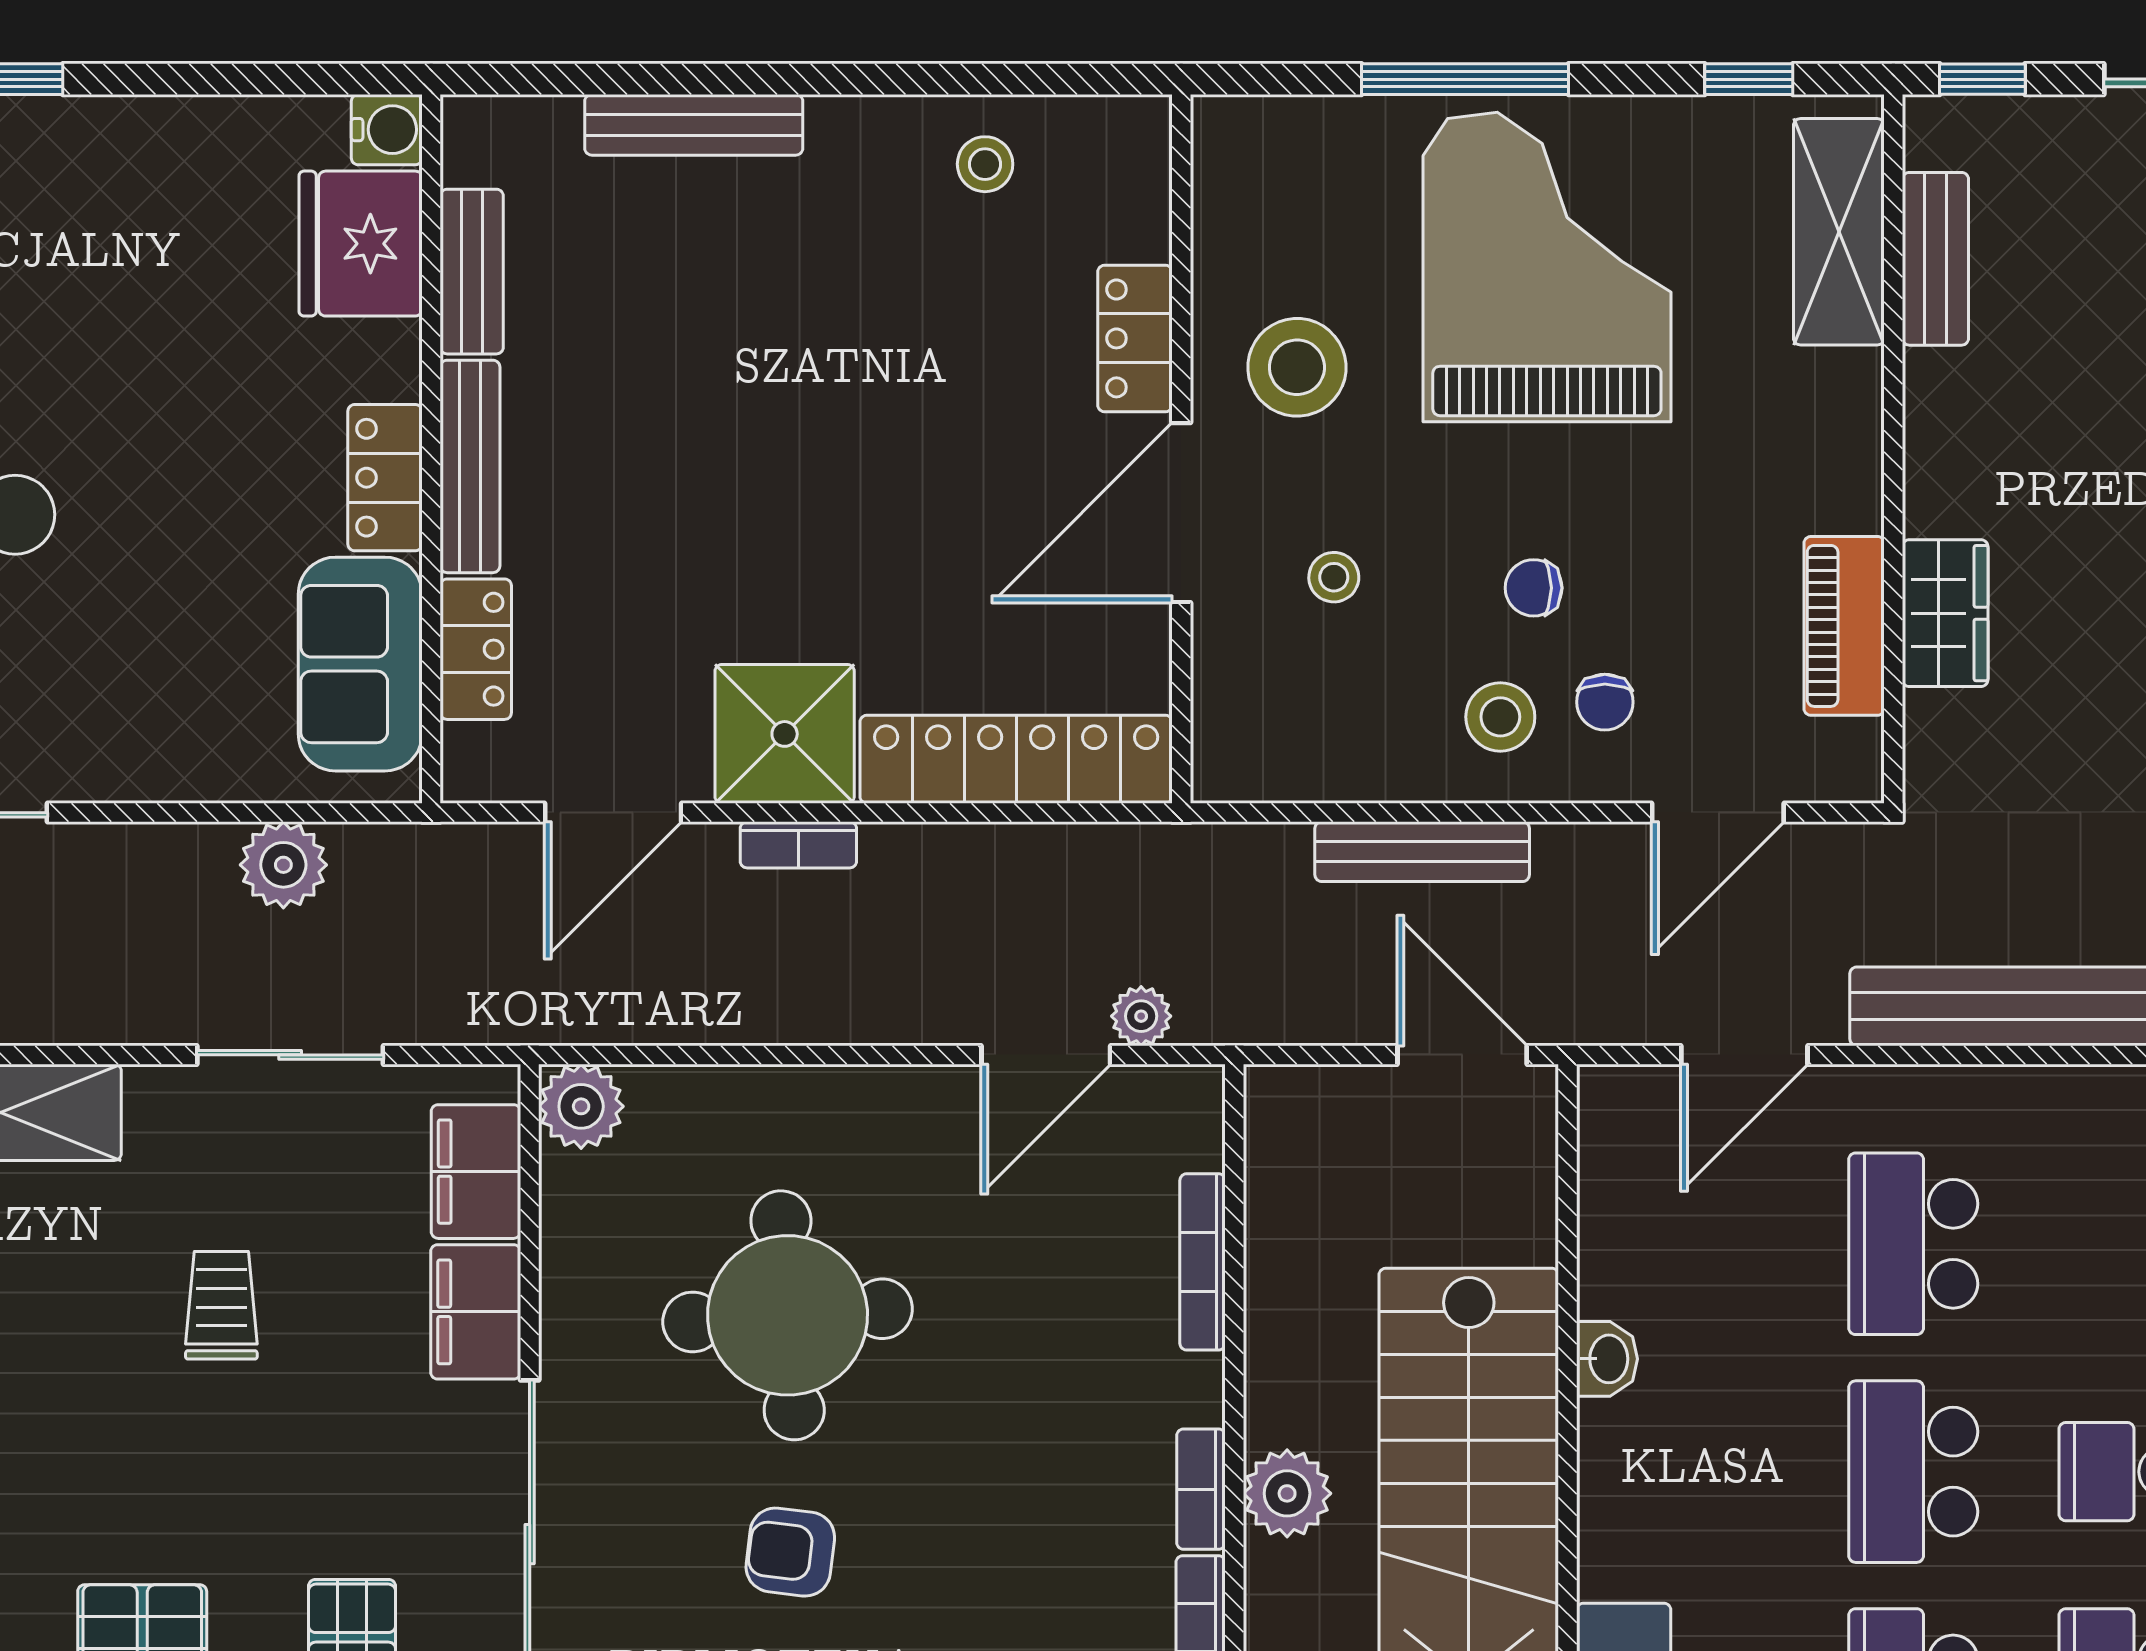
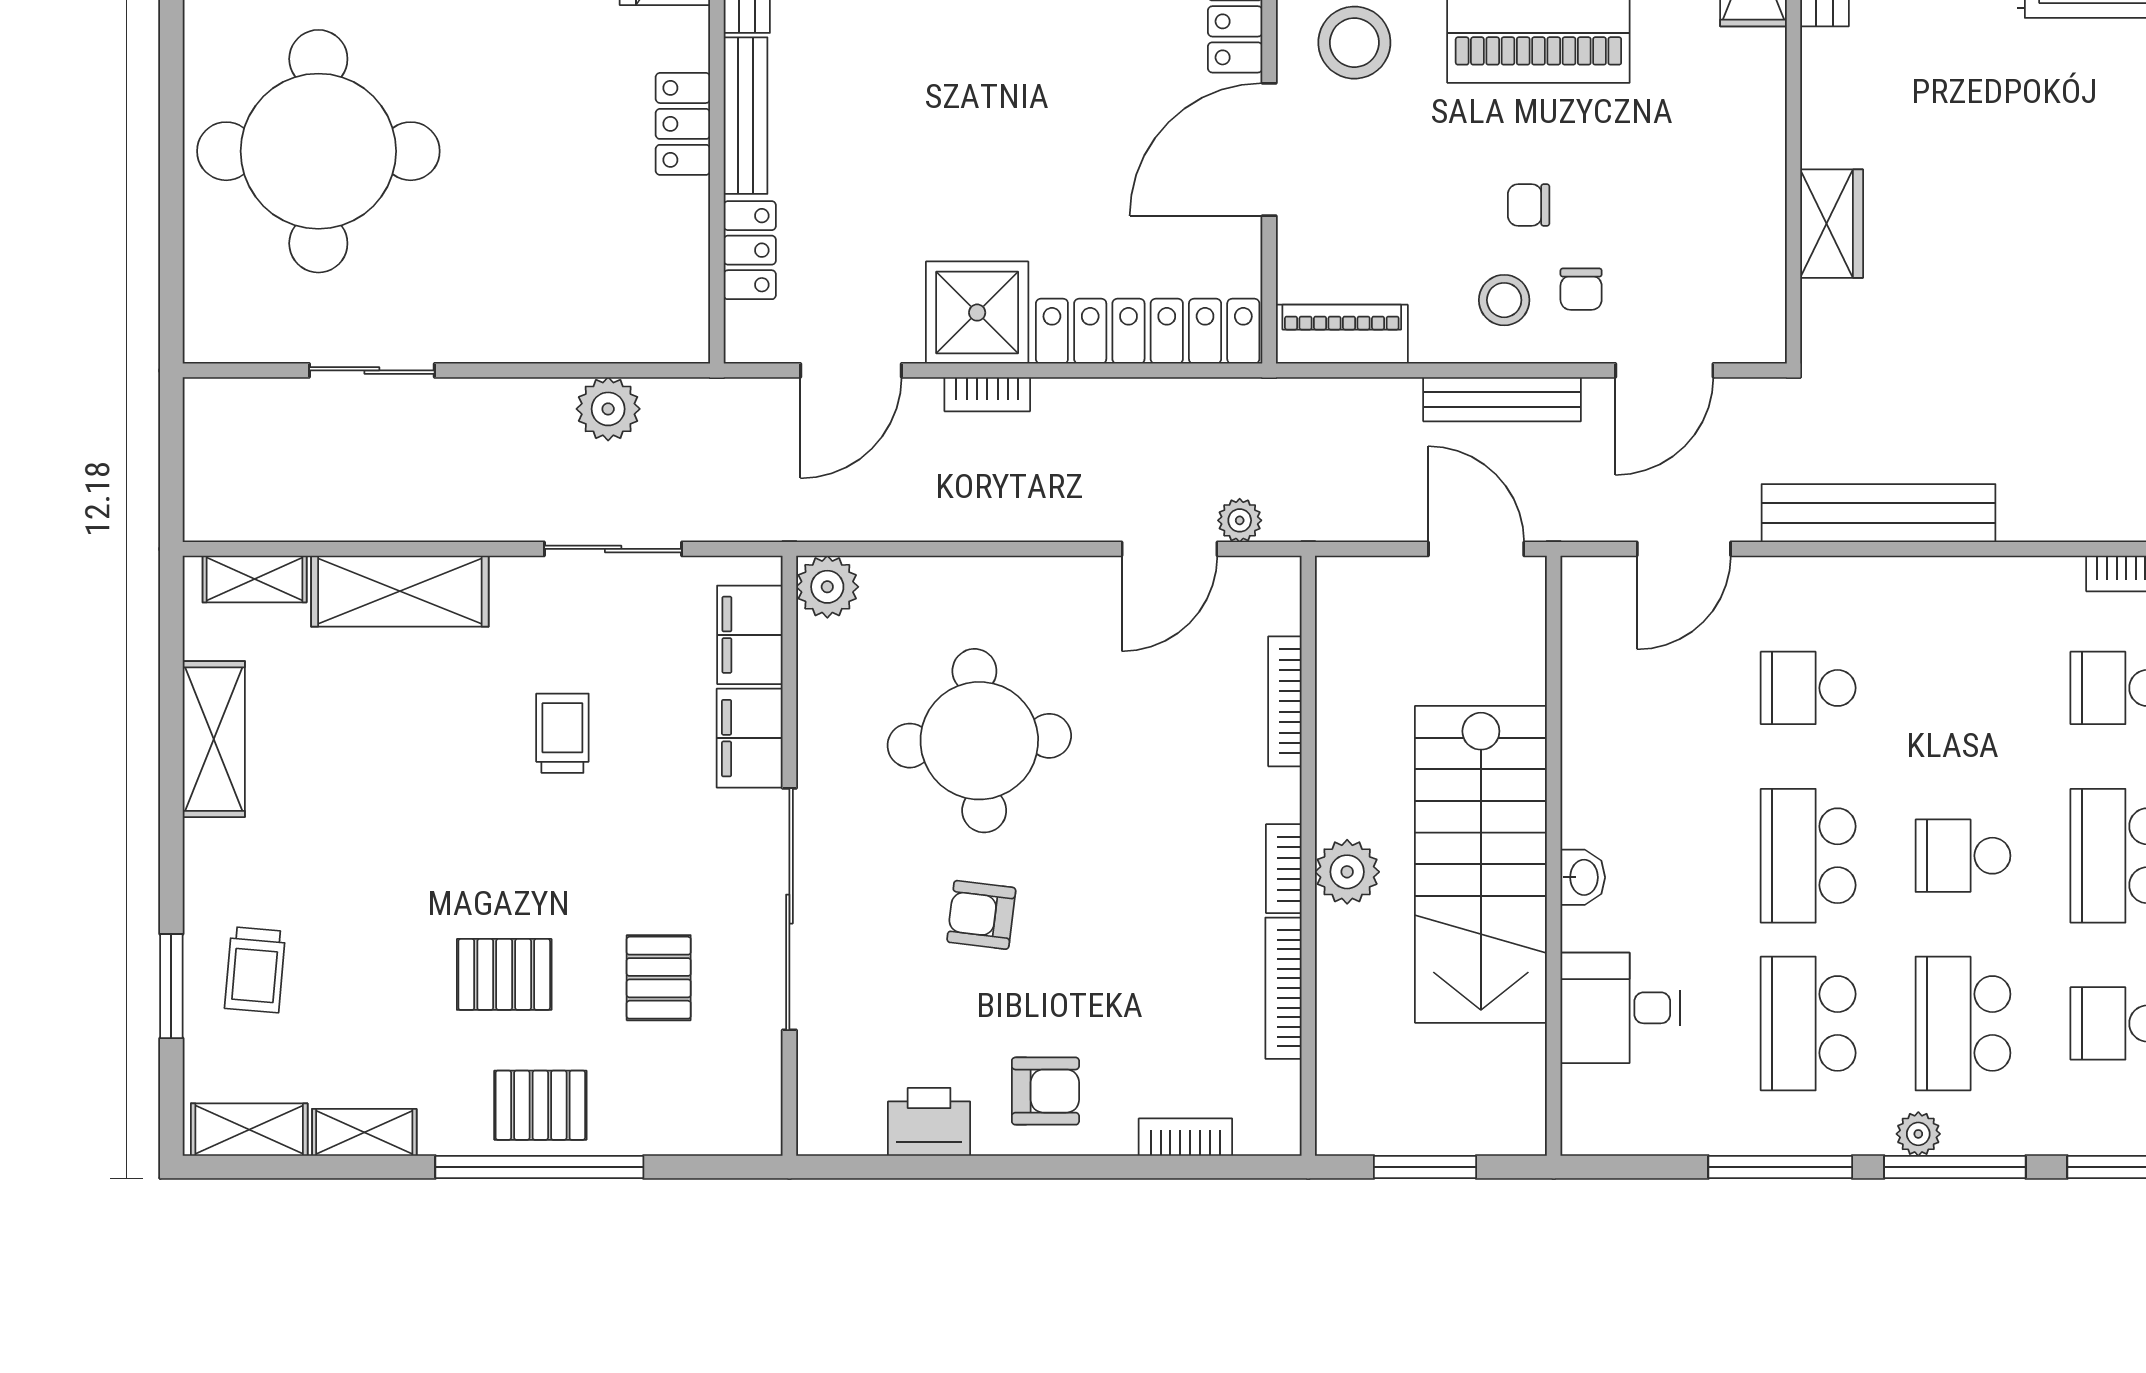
stool: (1334, 577) -> (1382, 197), removed
piano: (1844, 626) -> (1342, 334), moved, turned 90
sofa: (360, 664) -> (665, 261), removed
bench: (1422, 852) -> (1502, 399), moved
school desk: (1913, 1244) -> (1808, 688), width x0.54
washbasin: (1607, 1359) -> (1583, 877), moved

